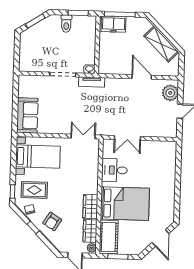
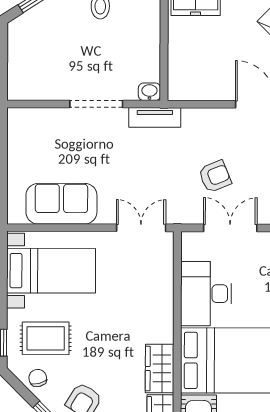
armchair: (121, 112) -> (215, 176), added
sofa: (27, 115) -> (61, 204), moved, turned -90
double door: (127, 138) -> (230, 228), swing flipped
desk: (114, 170) -> (206, 294), width x1.37

